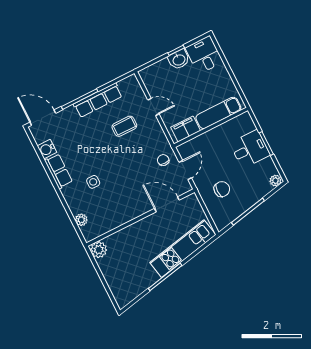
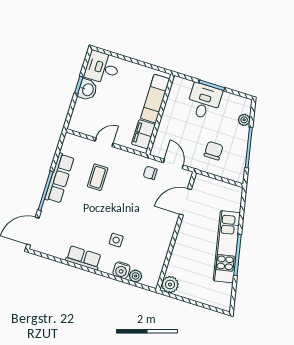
water cooler: (47, 149) -> (121, 270), moved
plant: (275, 181) -> (244, 120), moved
kitchen unit: (183, 249) -> (227, 247), moved

